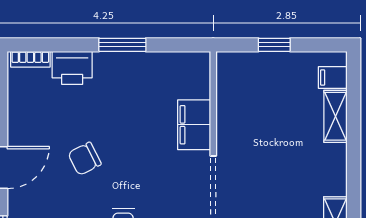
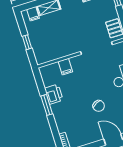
printer: (72, 68) -> (54, 94), moved
filing cabinet: (194, 125) -> (65, 67), width x0.50

